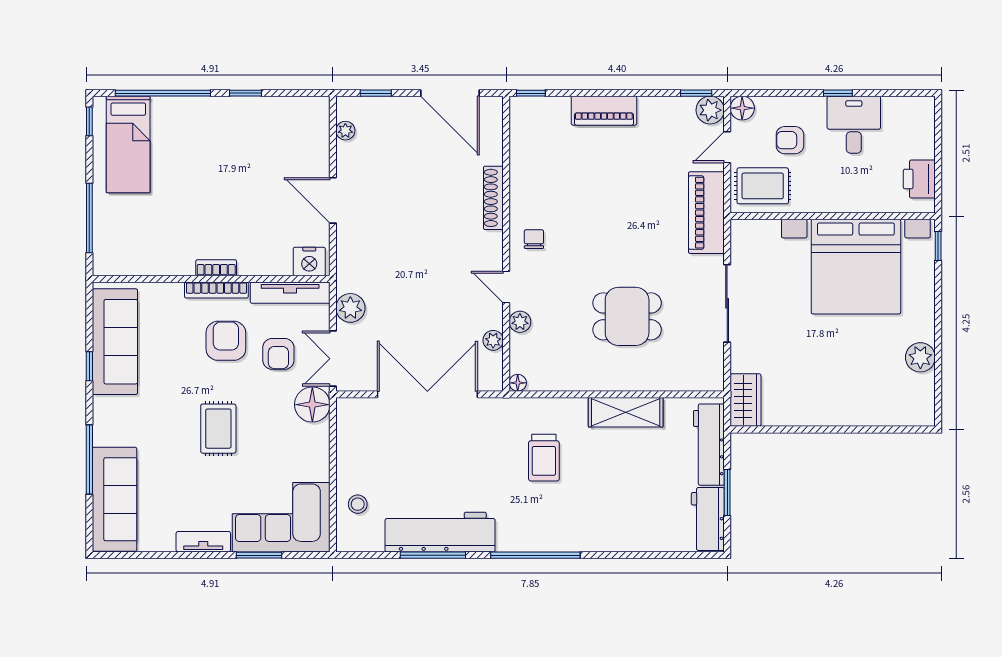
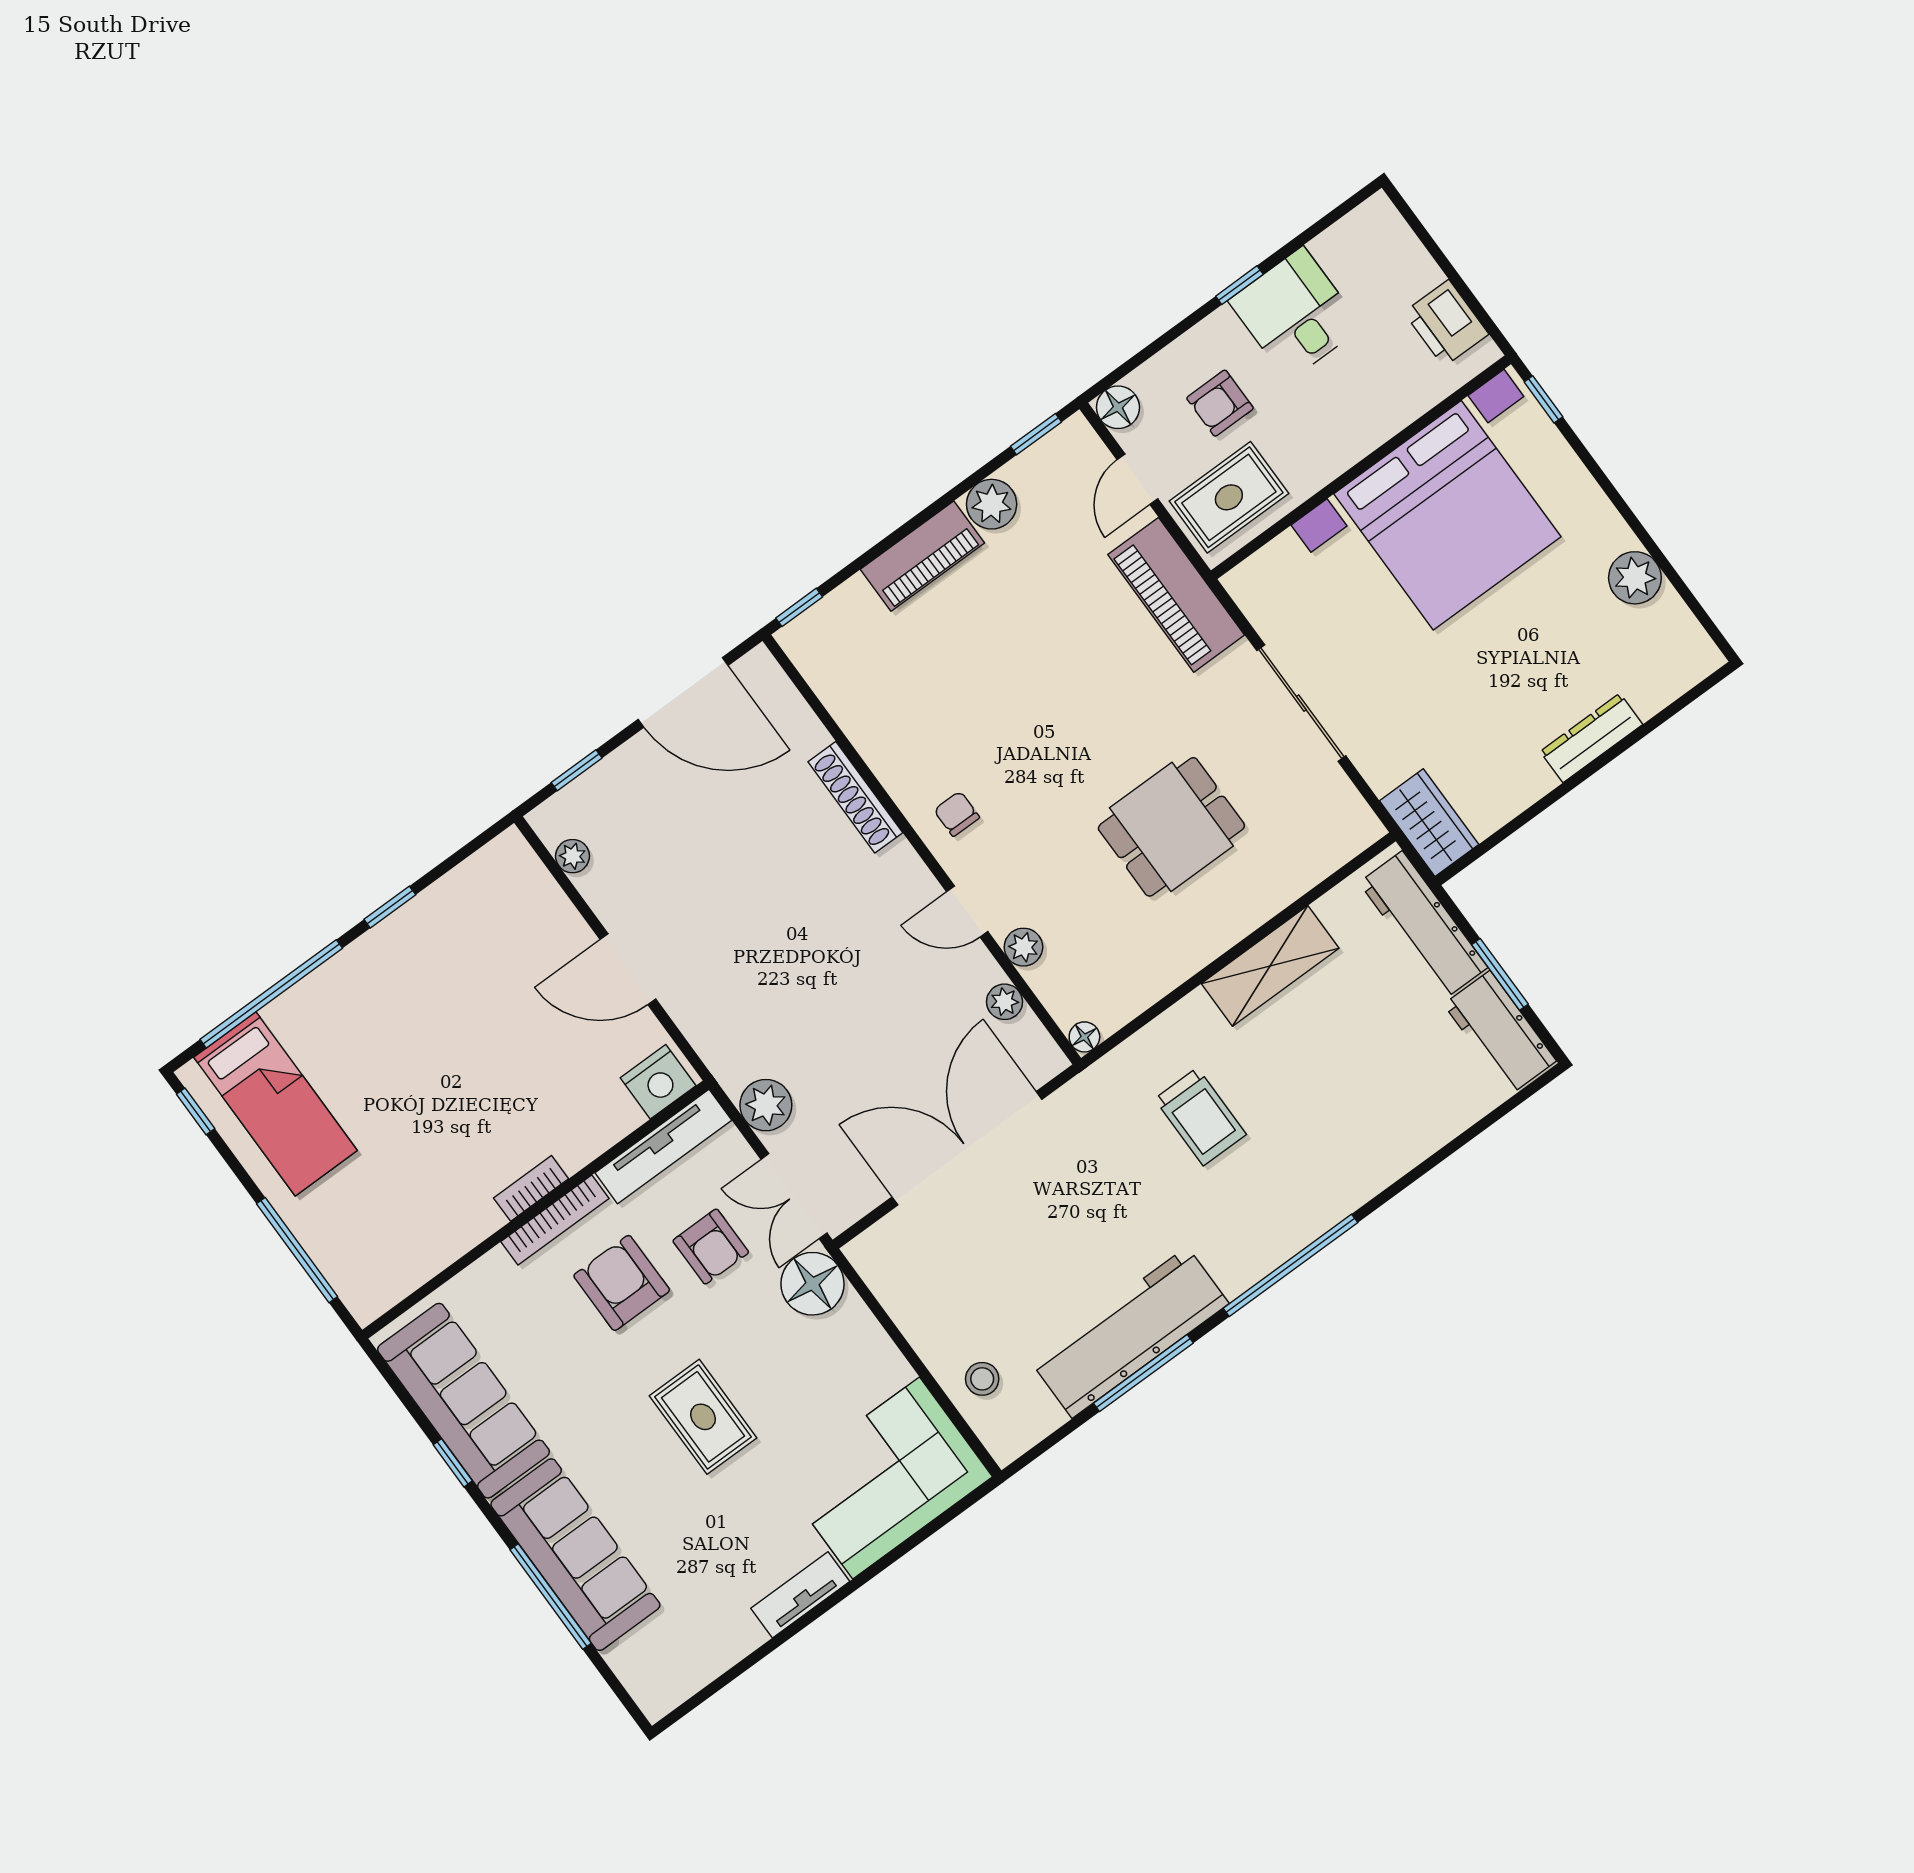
plant: (710, 110) -> (992, 504), moved
dresser: (847, 416) -> (1591, 738), added
sofa: (115, 499) -> (575, 1555), moved
window: (259, 555) -> (894, 1556), removed

